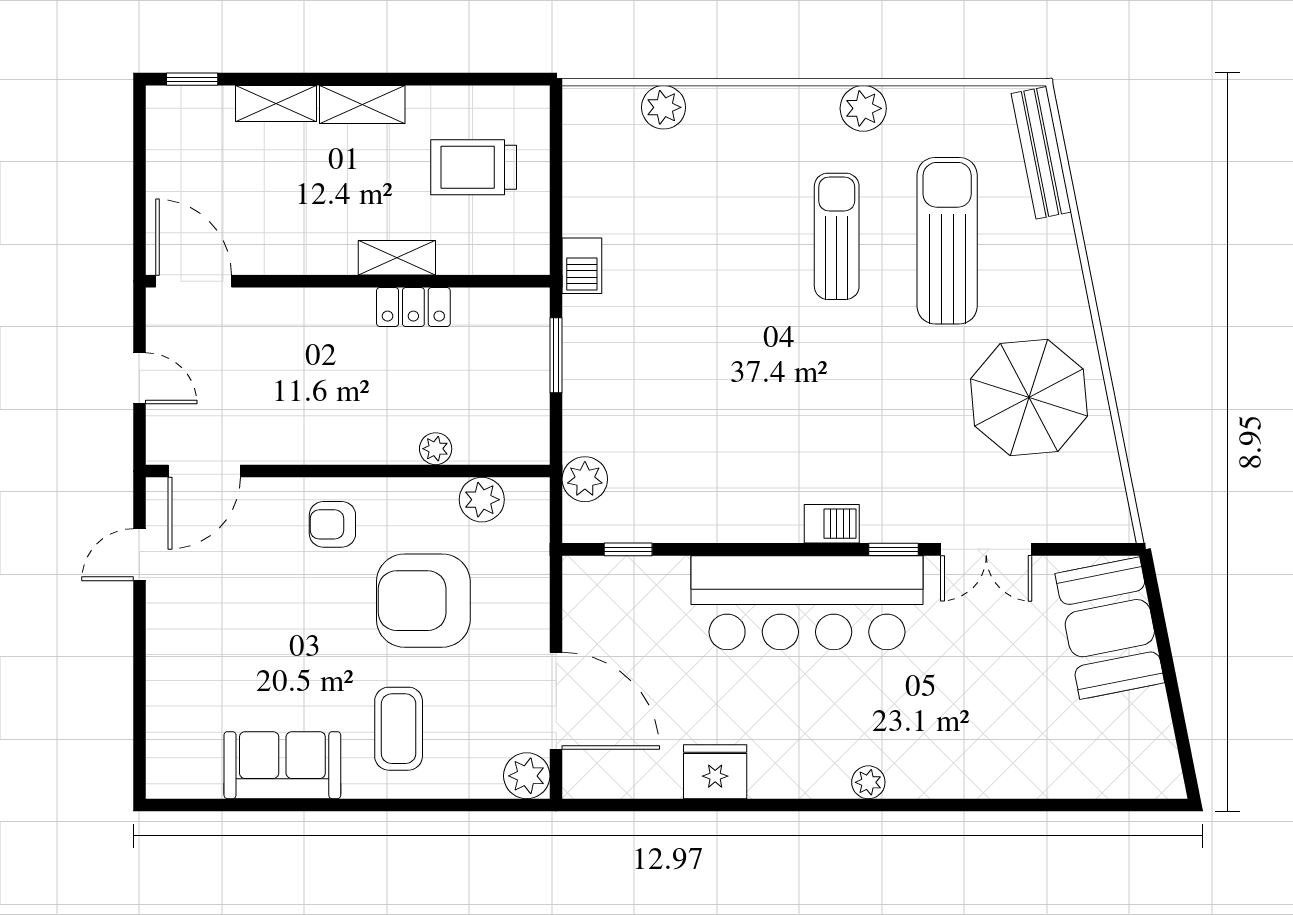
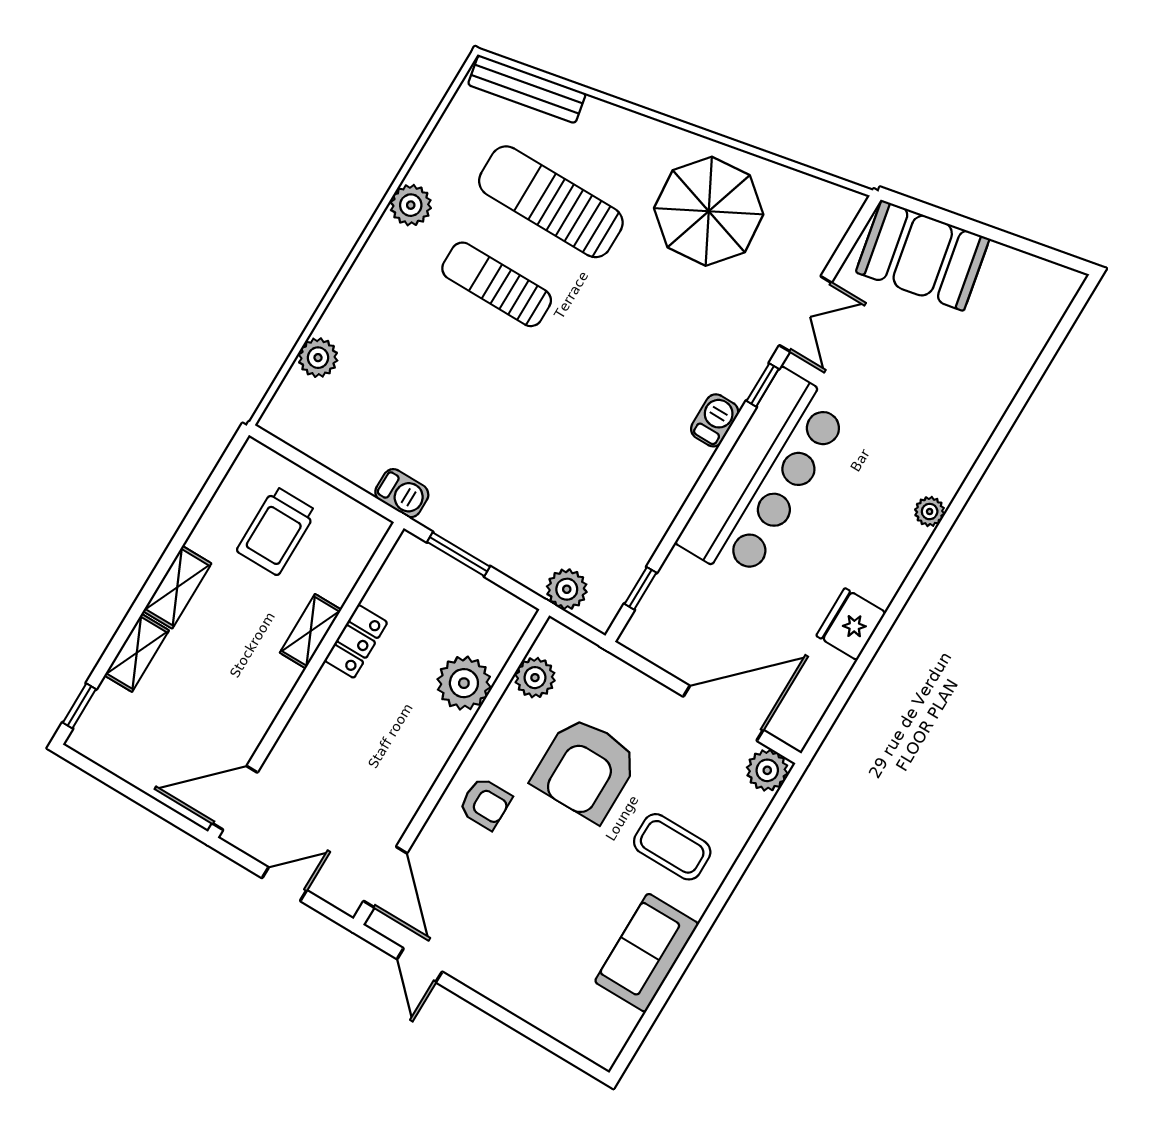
plant: (436, 449) -> (464, 683), width x1.88, depth x1.88
armchair: (332, 524) -> (485, 803), turned -90

